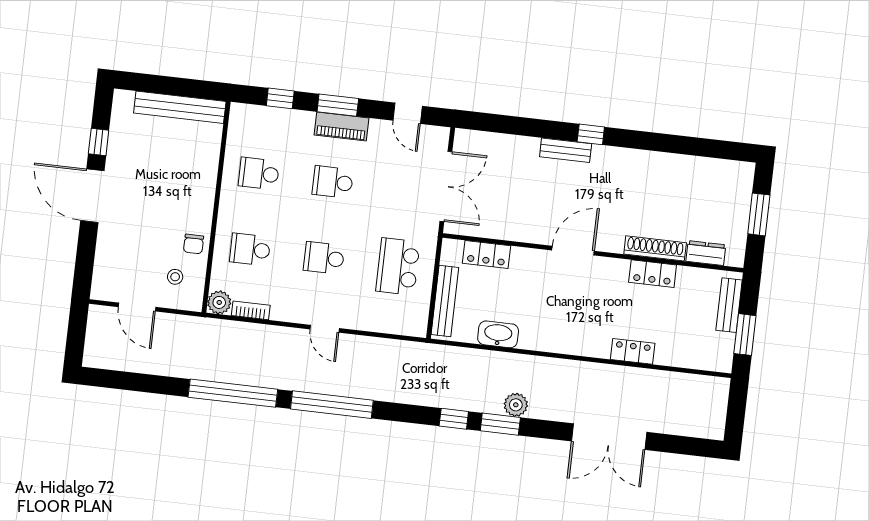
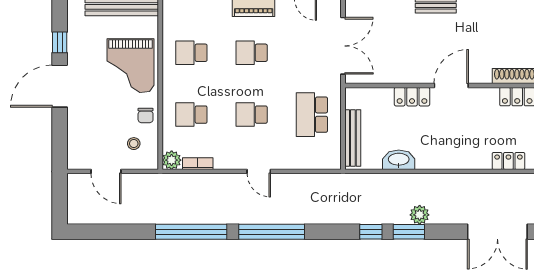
grand piano: (182, 181) -> (131, 66), added
door: (92, 196) -> (60, 86), hinge flipped
locker: (487, 254) -> (412, 97), moved

